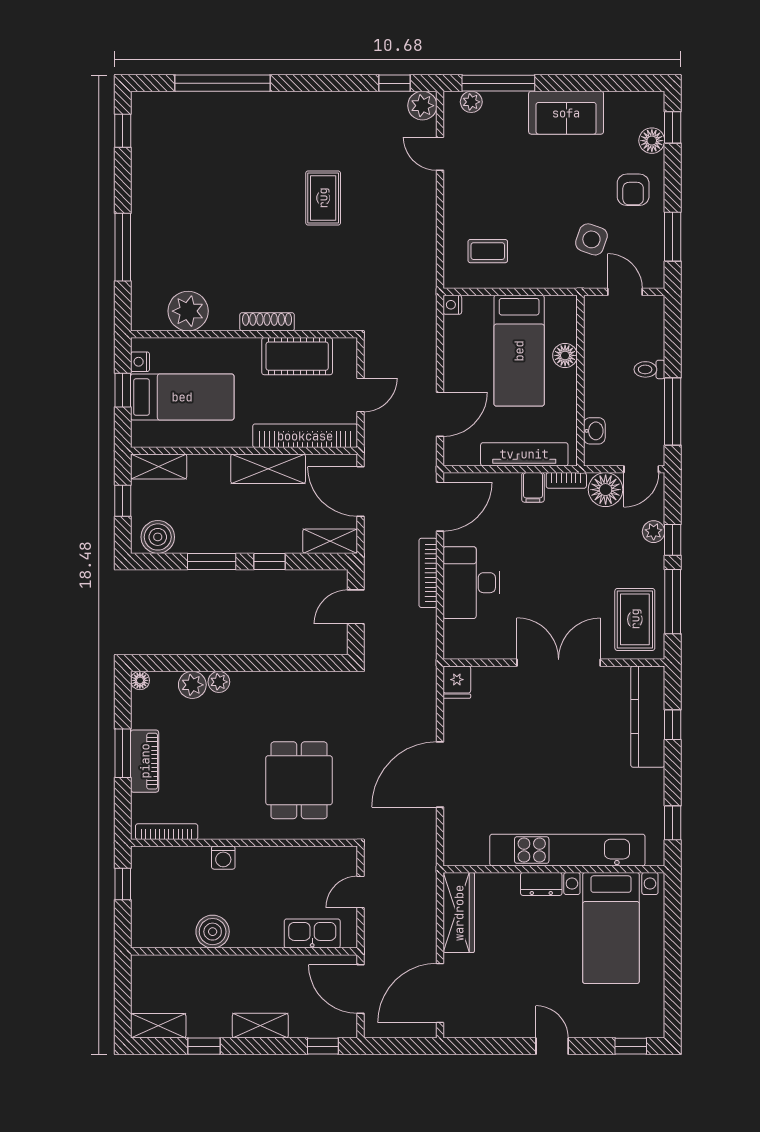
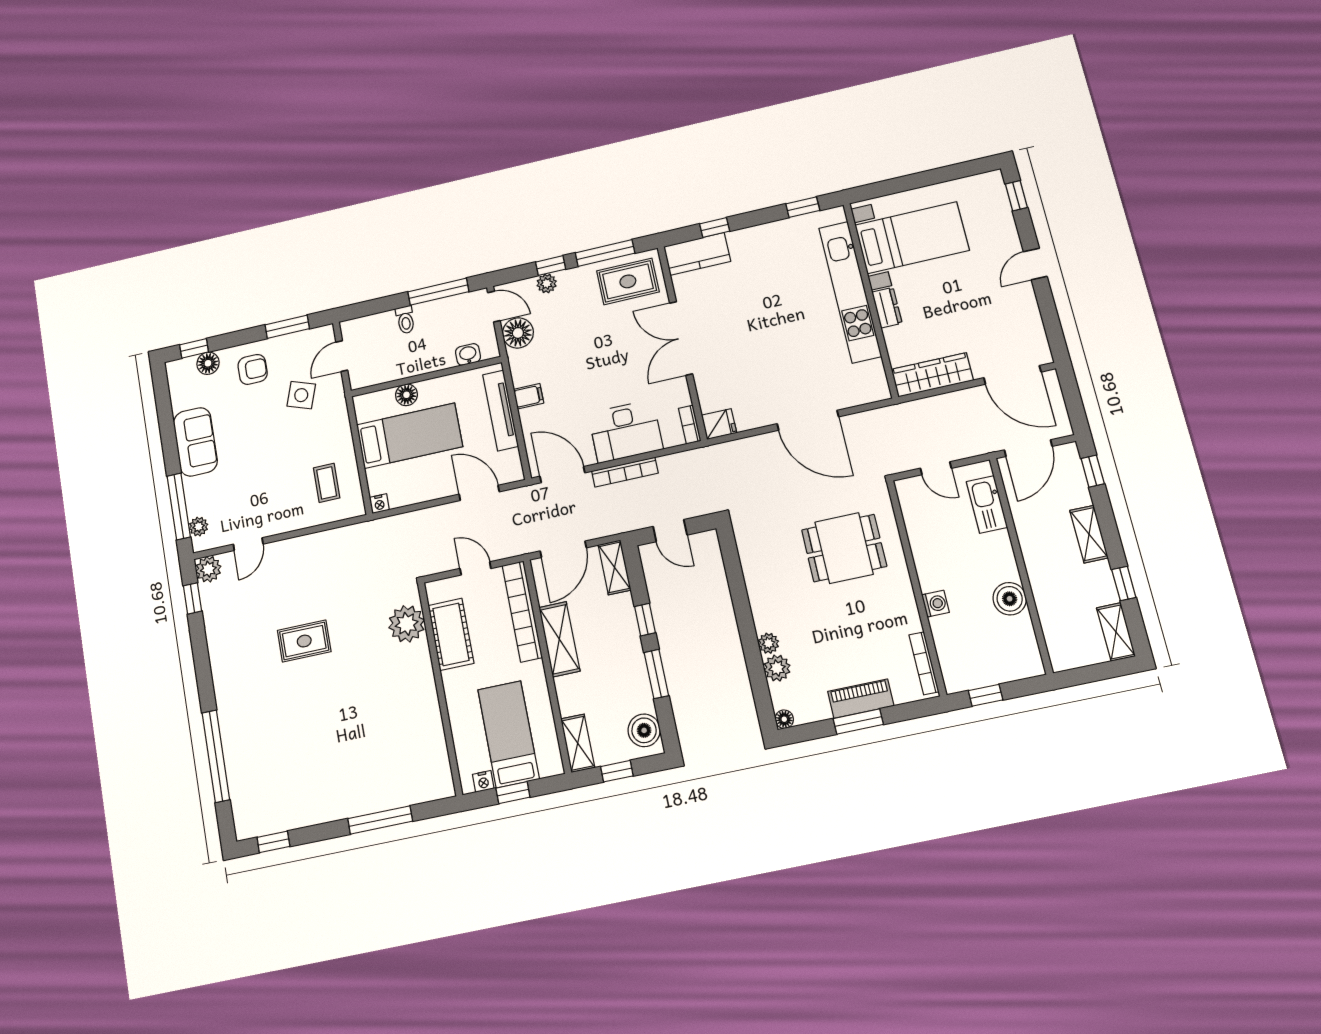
plant: (188, 311) -> (407, 624), moved
shoe rack: (267, 322) -> (425, 669), removed
bookcase: (566, 480) -> (690, 425), moved, turned 180
kitchen counter: (648, 717) -> (697, 254), width x0.67

